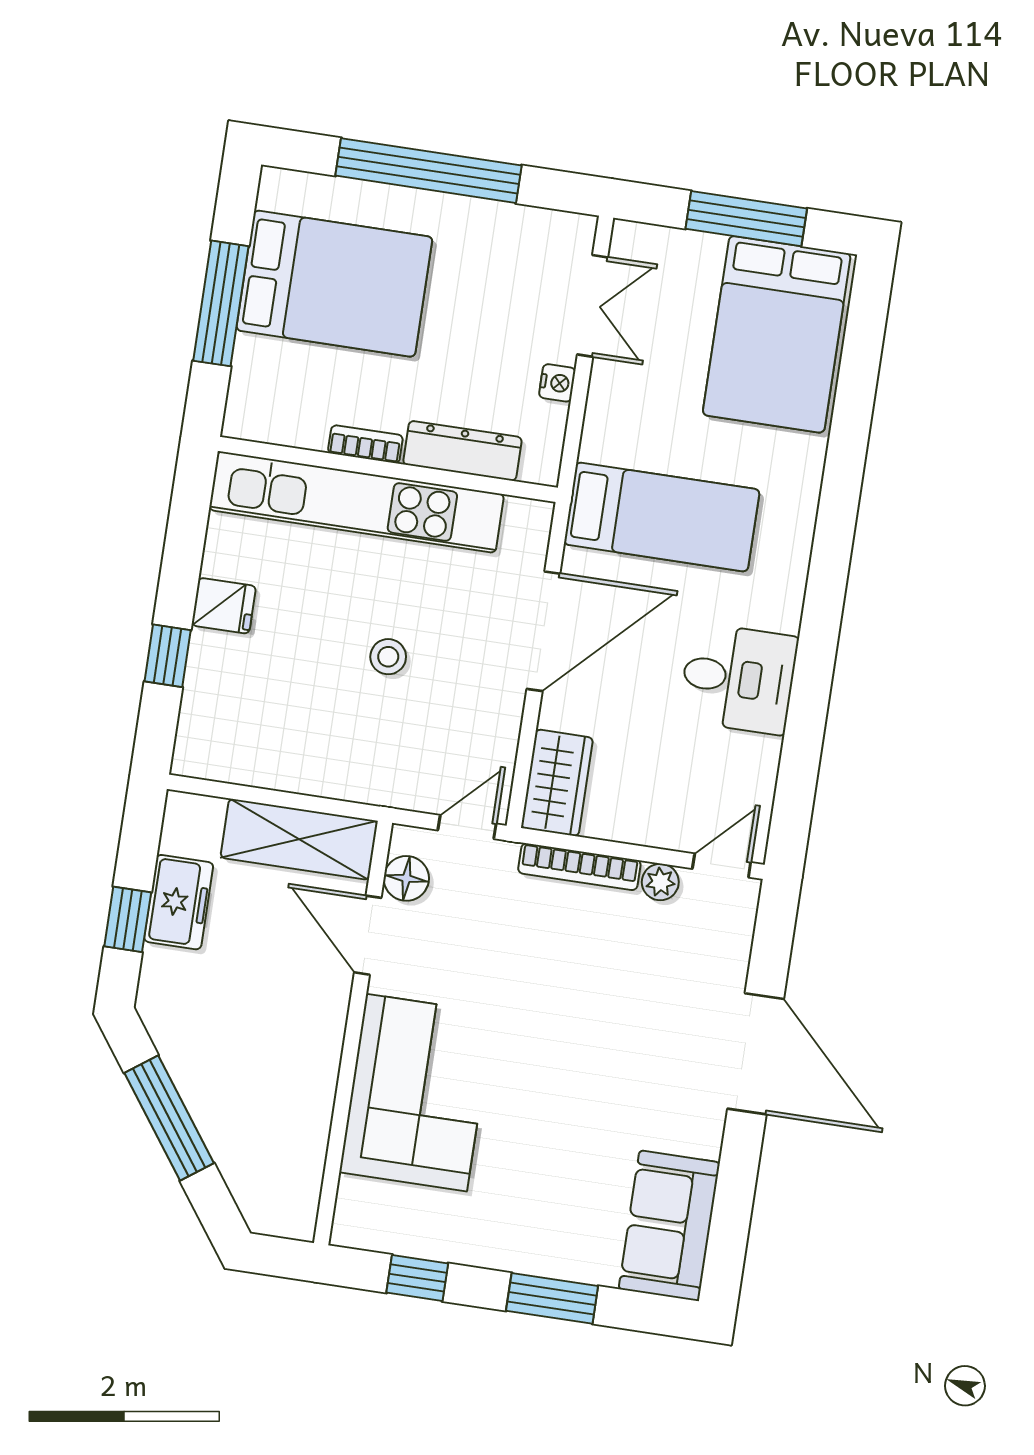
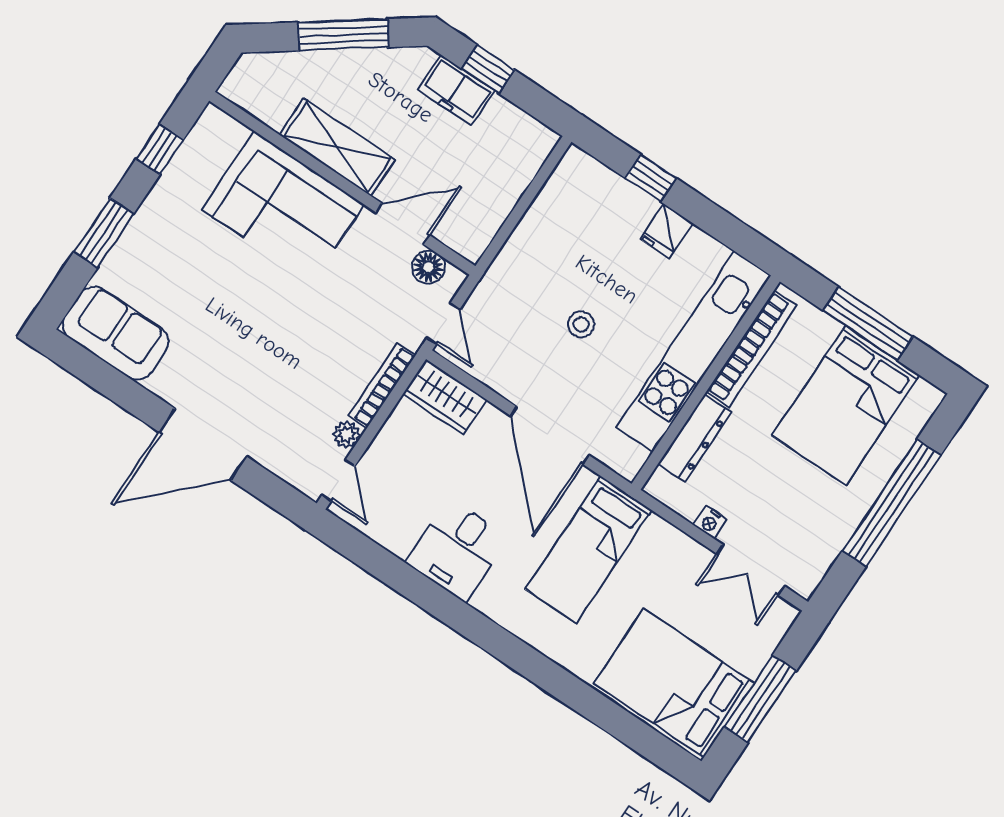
bookcase: (365, 444) -> (752, 349), width x2.31, depth x1.31
shelving: (299, 839) -> (337, 147), moved, turned 90
freezer: (179, 902) -> (456, 90), moved

